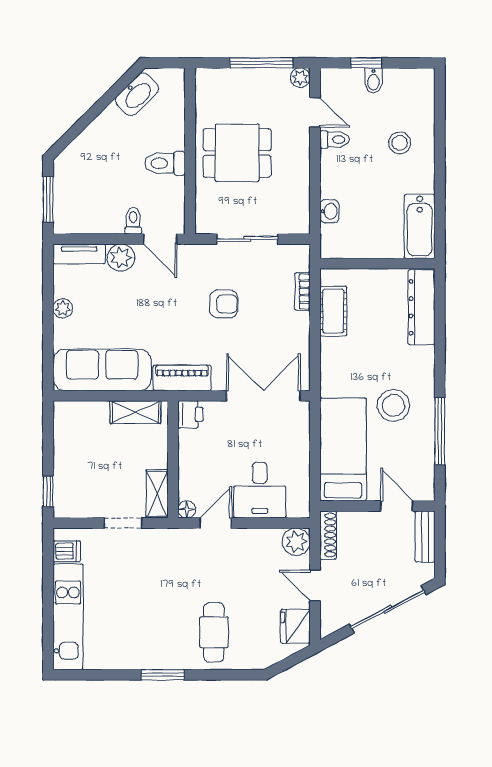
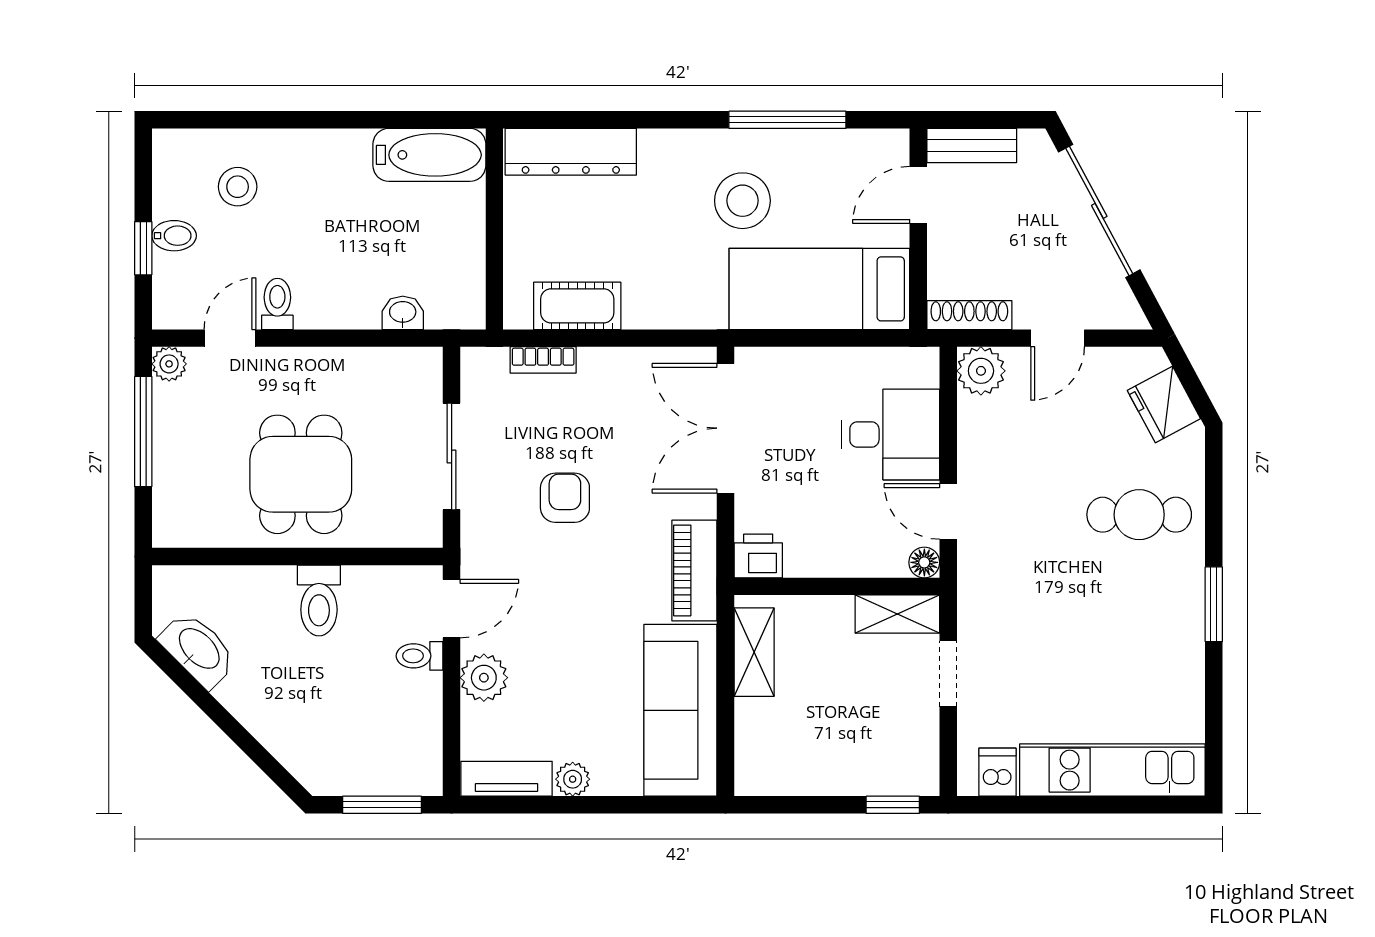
stool: (400, 143) -> (238, 187), moved
tv unit: (79, 254) -> (506, 779), moved, turned -90
fridge: (295, 626) -> (1164, 404), moved, turned 62

